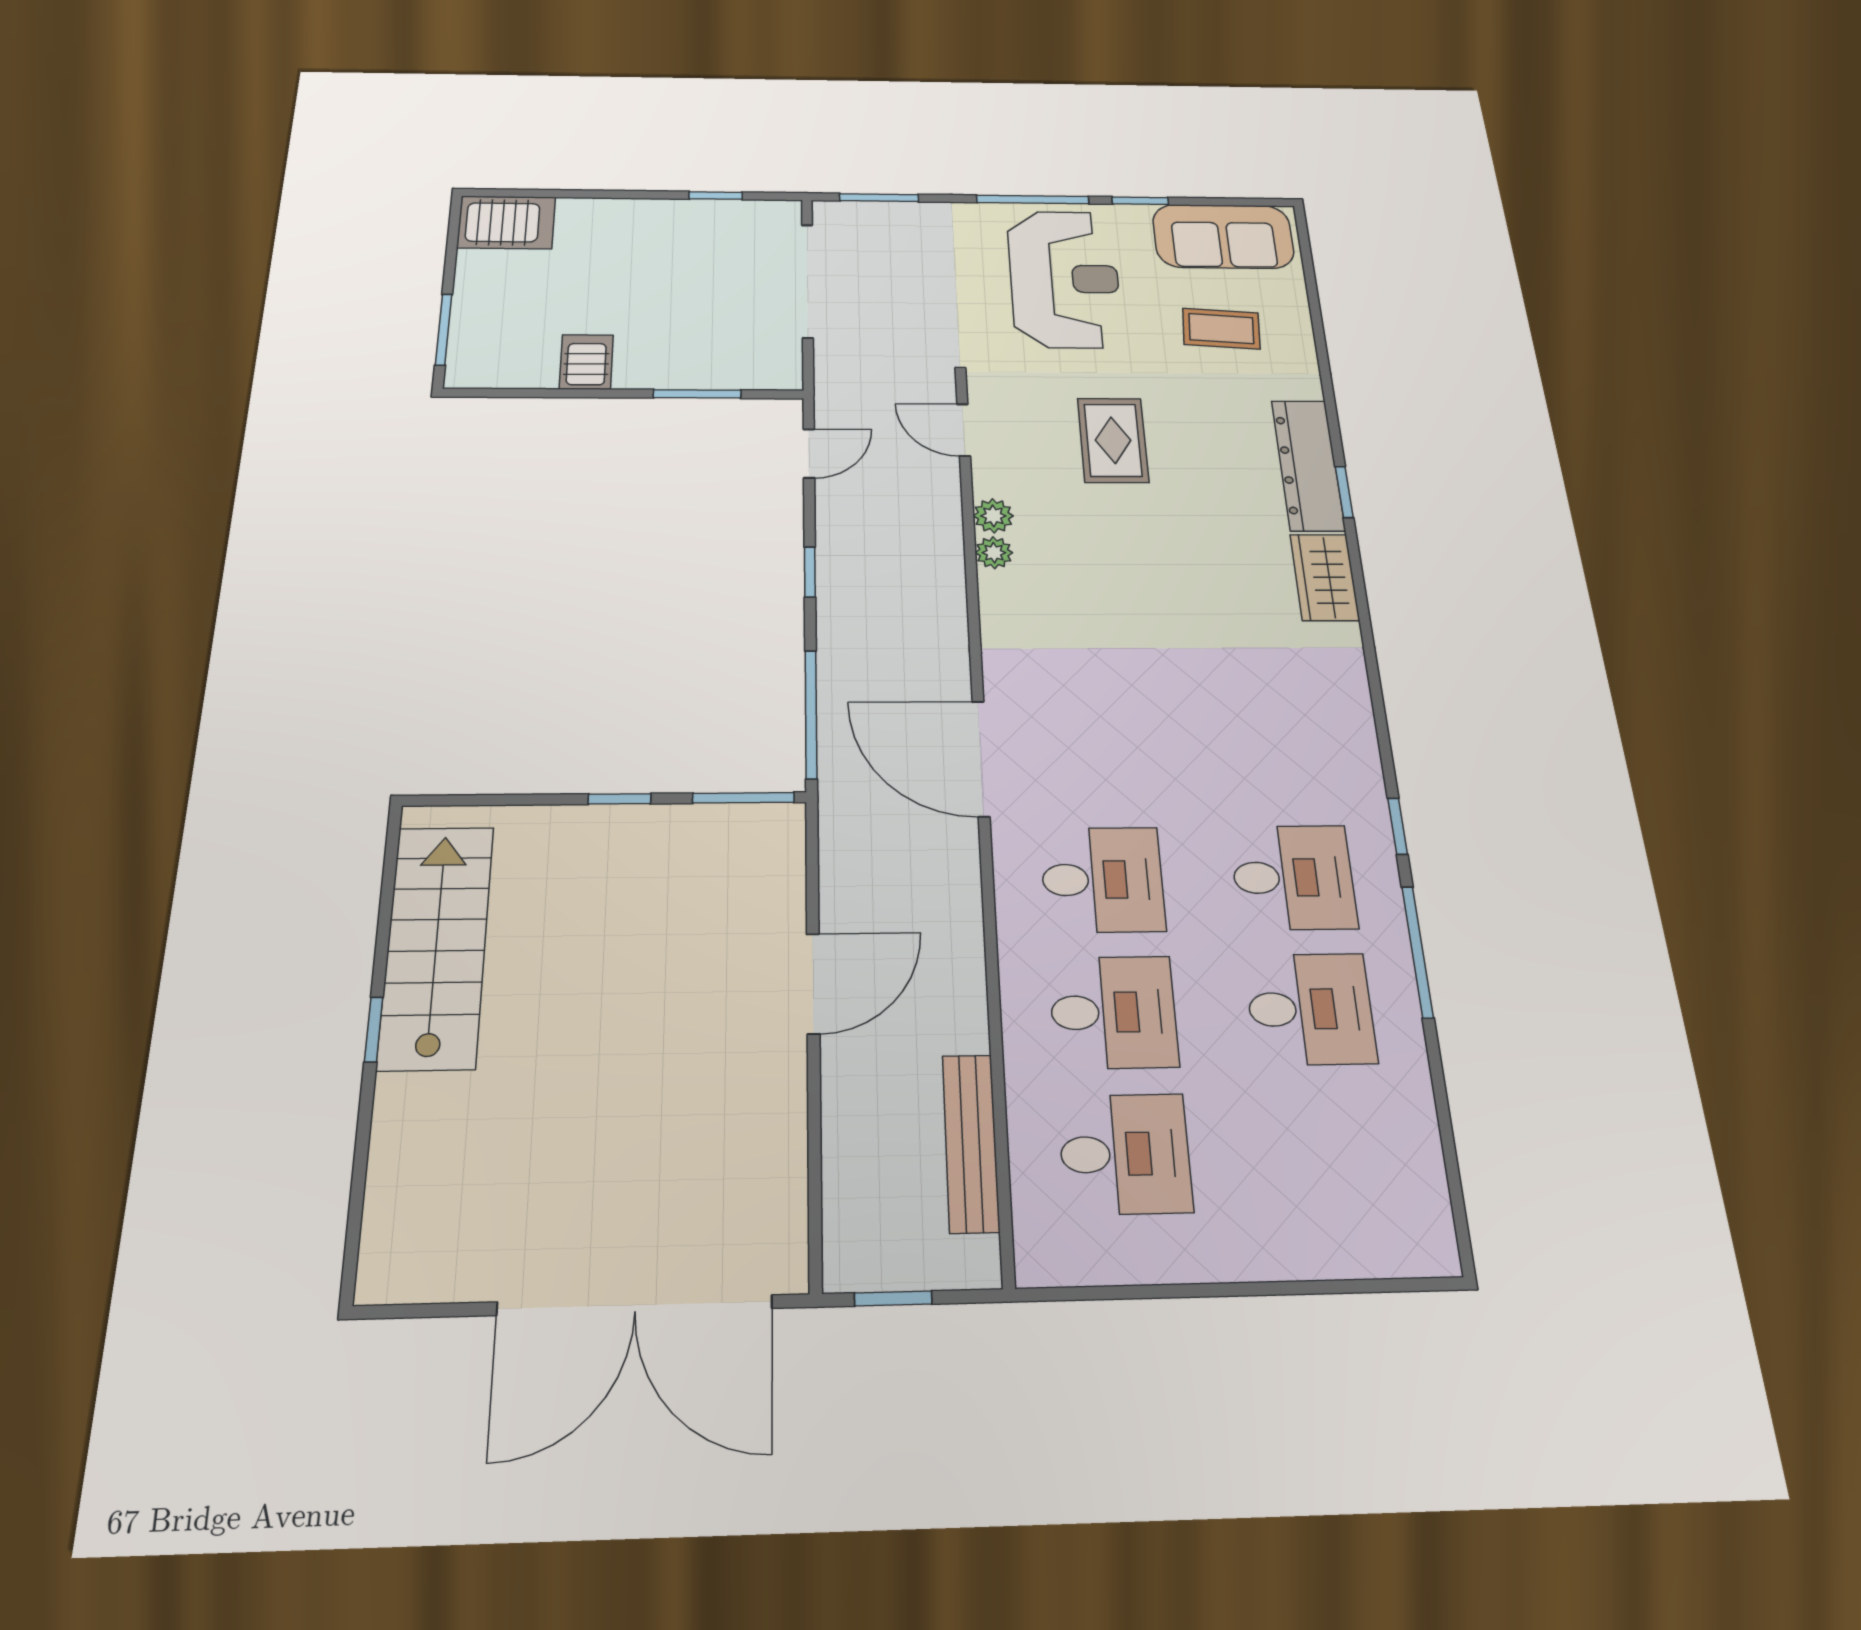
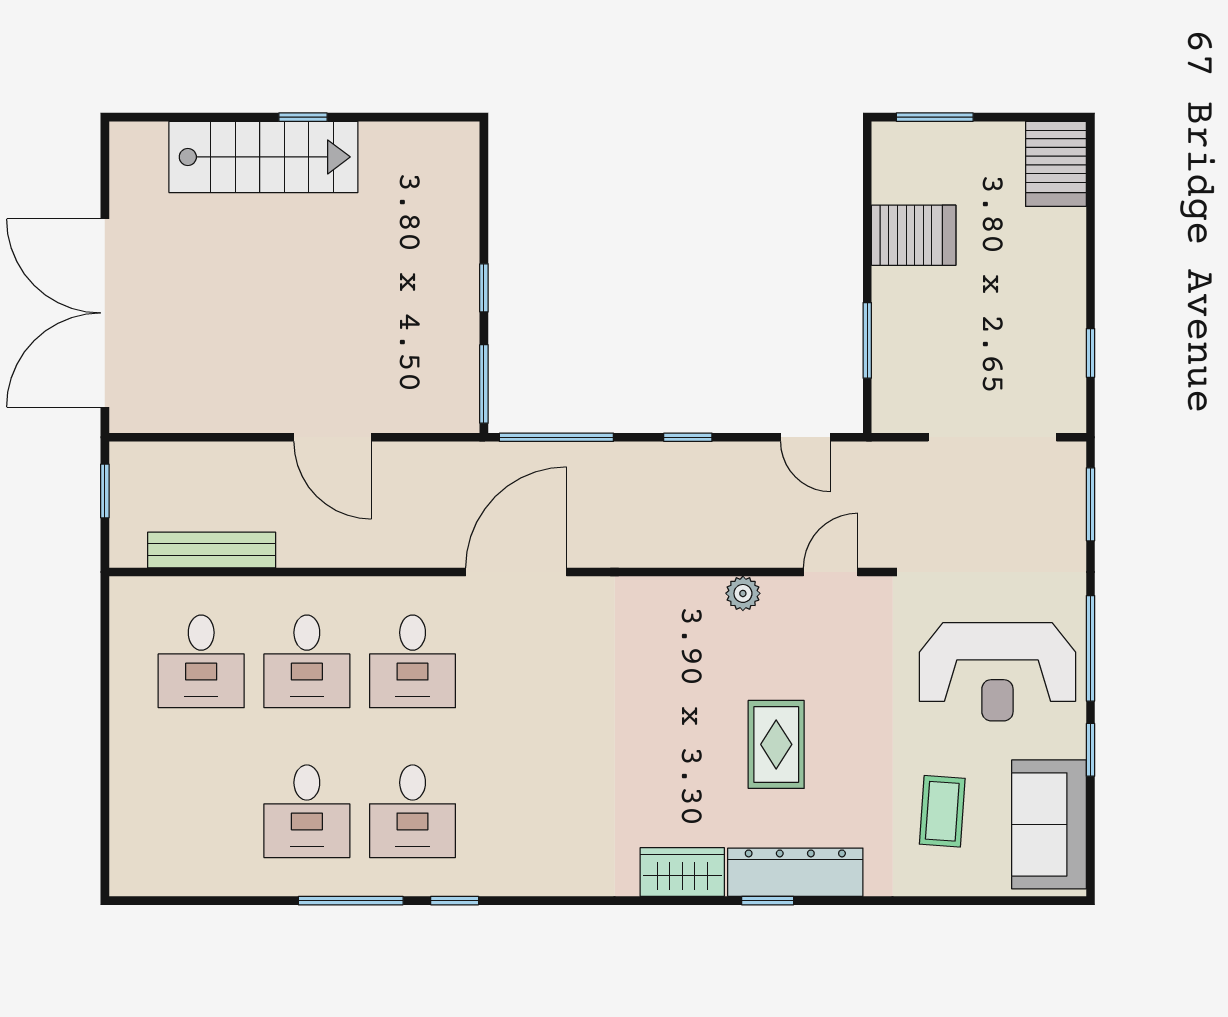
server rack: (586, 362) -> (914, 235), width x1.36, depth x1.44
rug: (1113, 440) -> (776, 744), moved, turned 90
plant: (994, 553) -> (707, 592), removed
stairs: (436, 946) -> (263, 157), moved

